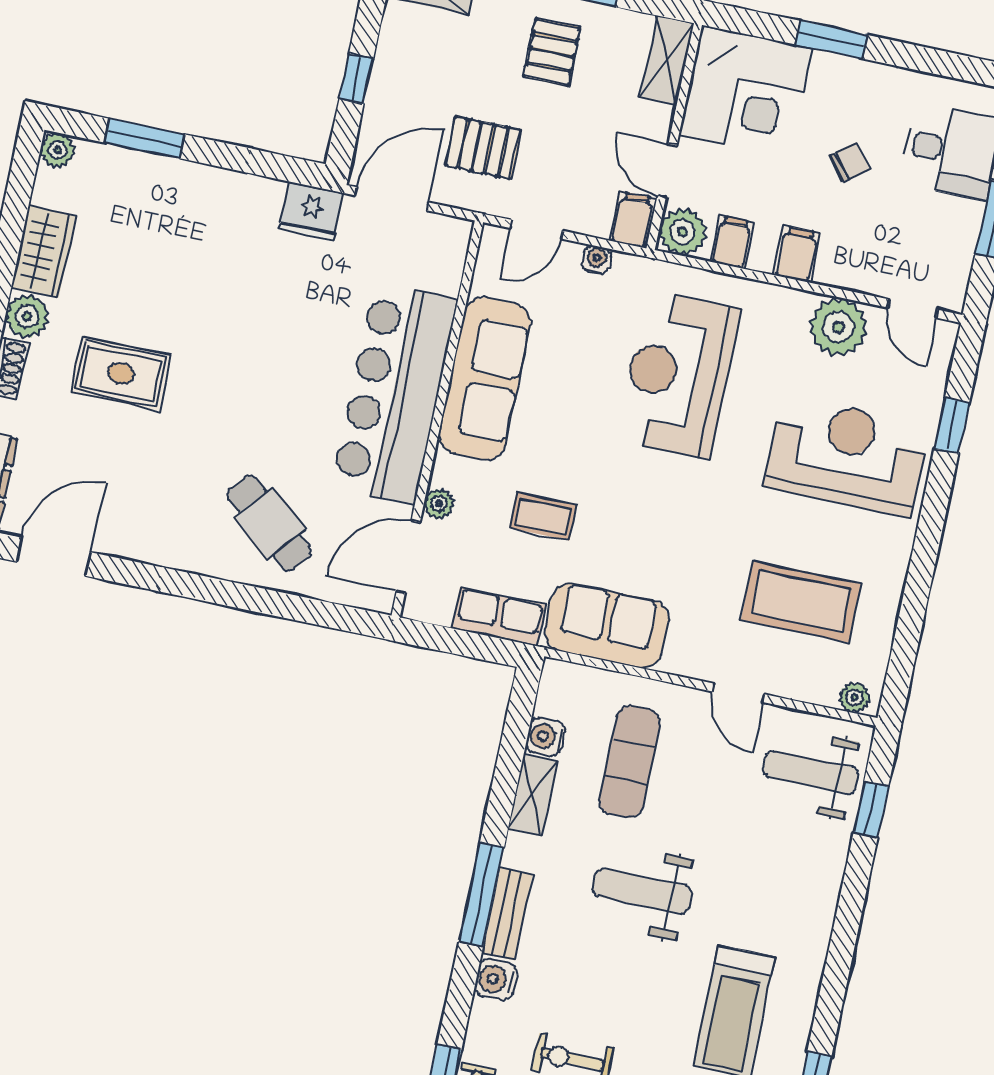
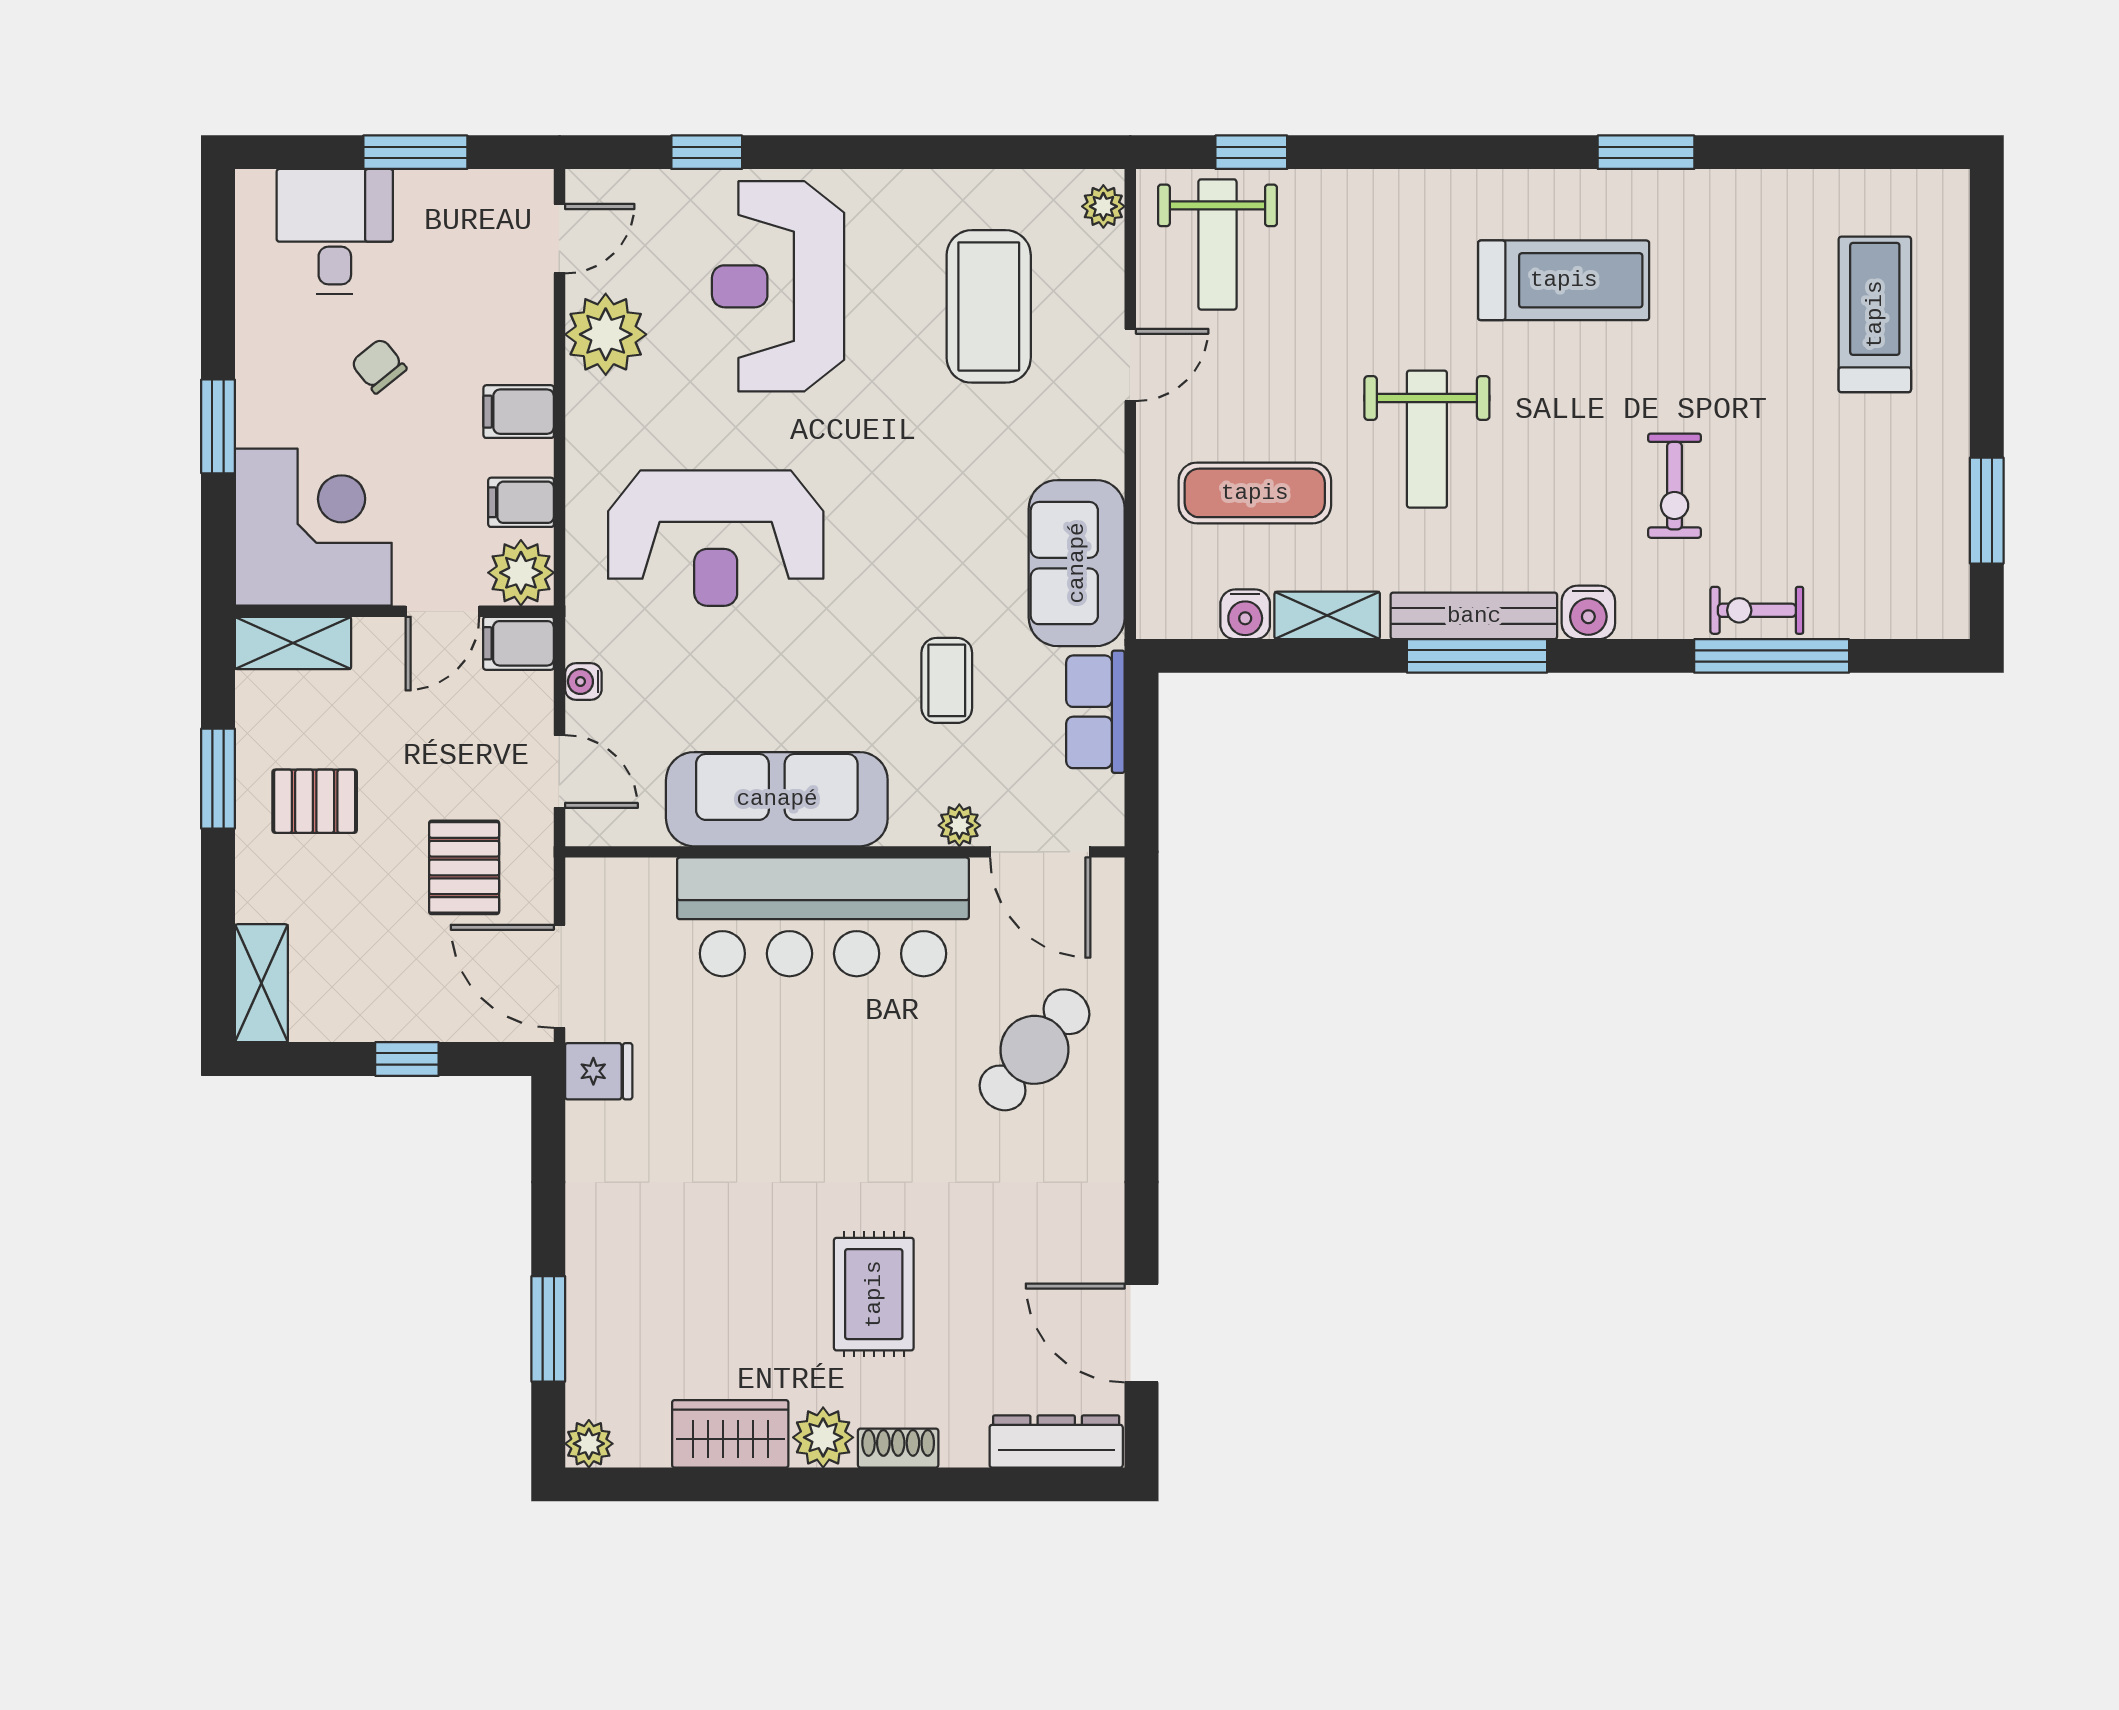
fridge: (311, 211) -> (599, 1071), width x0.72
bench: (507, 914) -> (1474, 616), width x1.36

